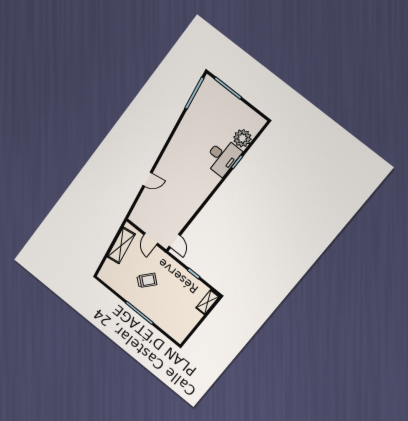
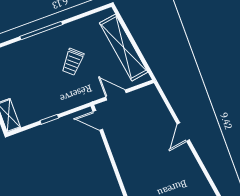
shelving: (121, 245) -> (124, 48), width x1.47

